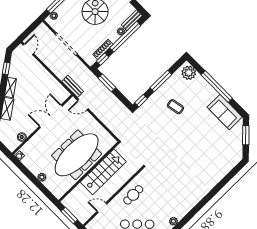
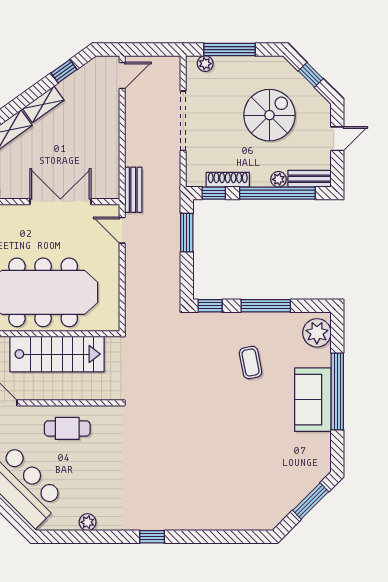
sofa: (225, 112) -> (313, 400), moved
window: (202, 204) -> (152, 537), added

